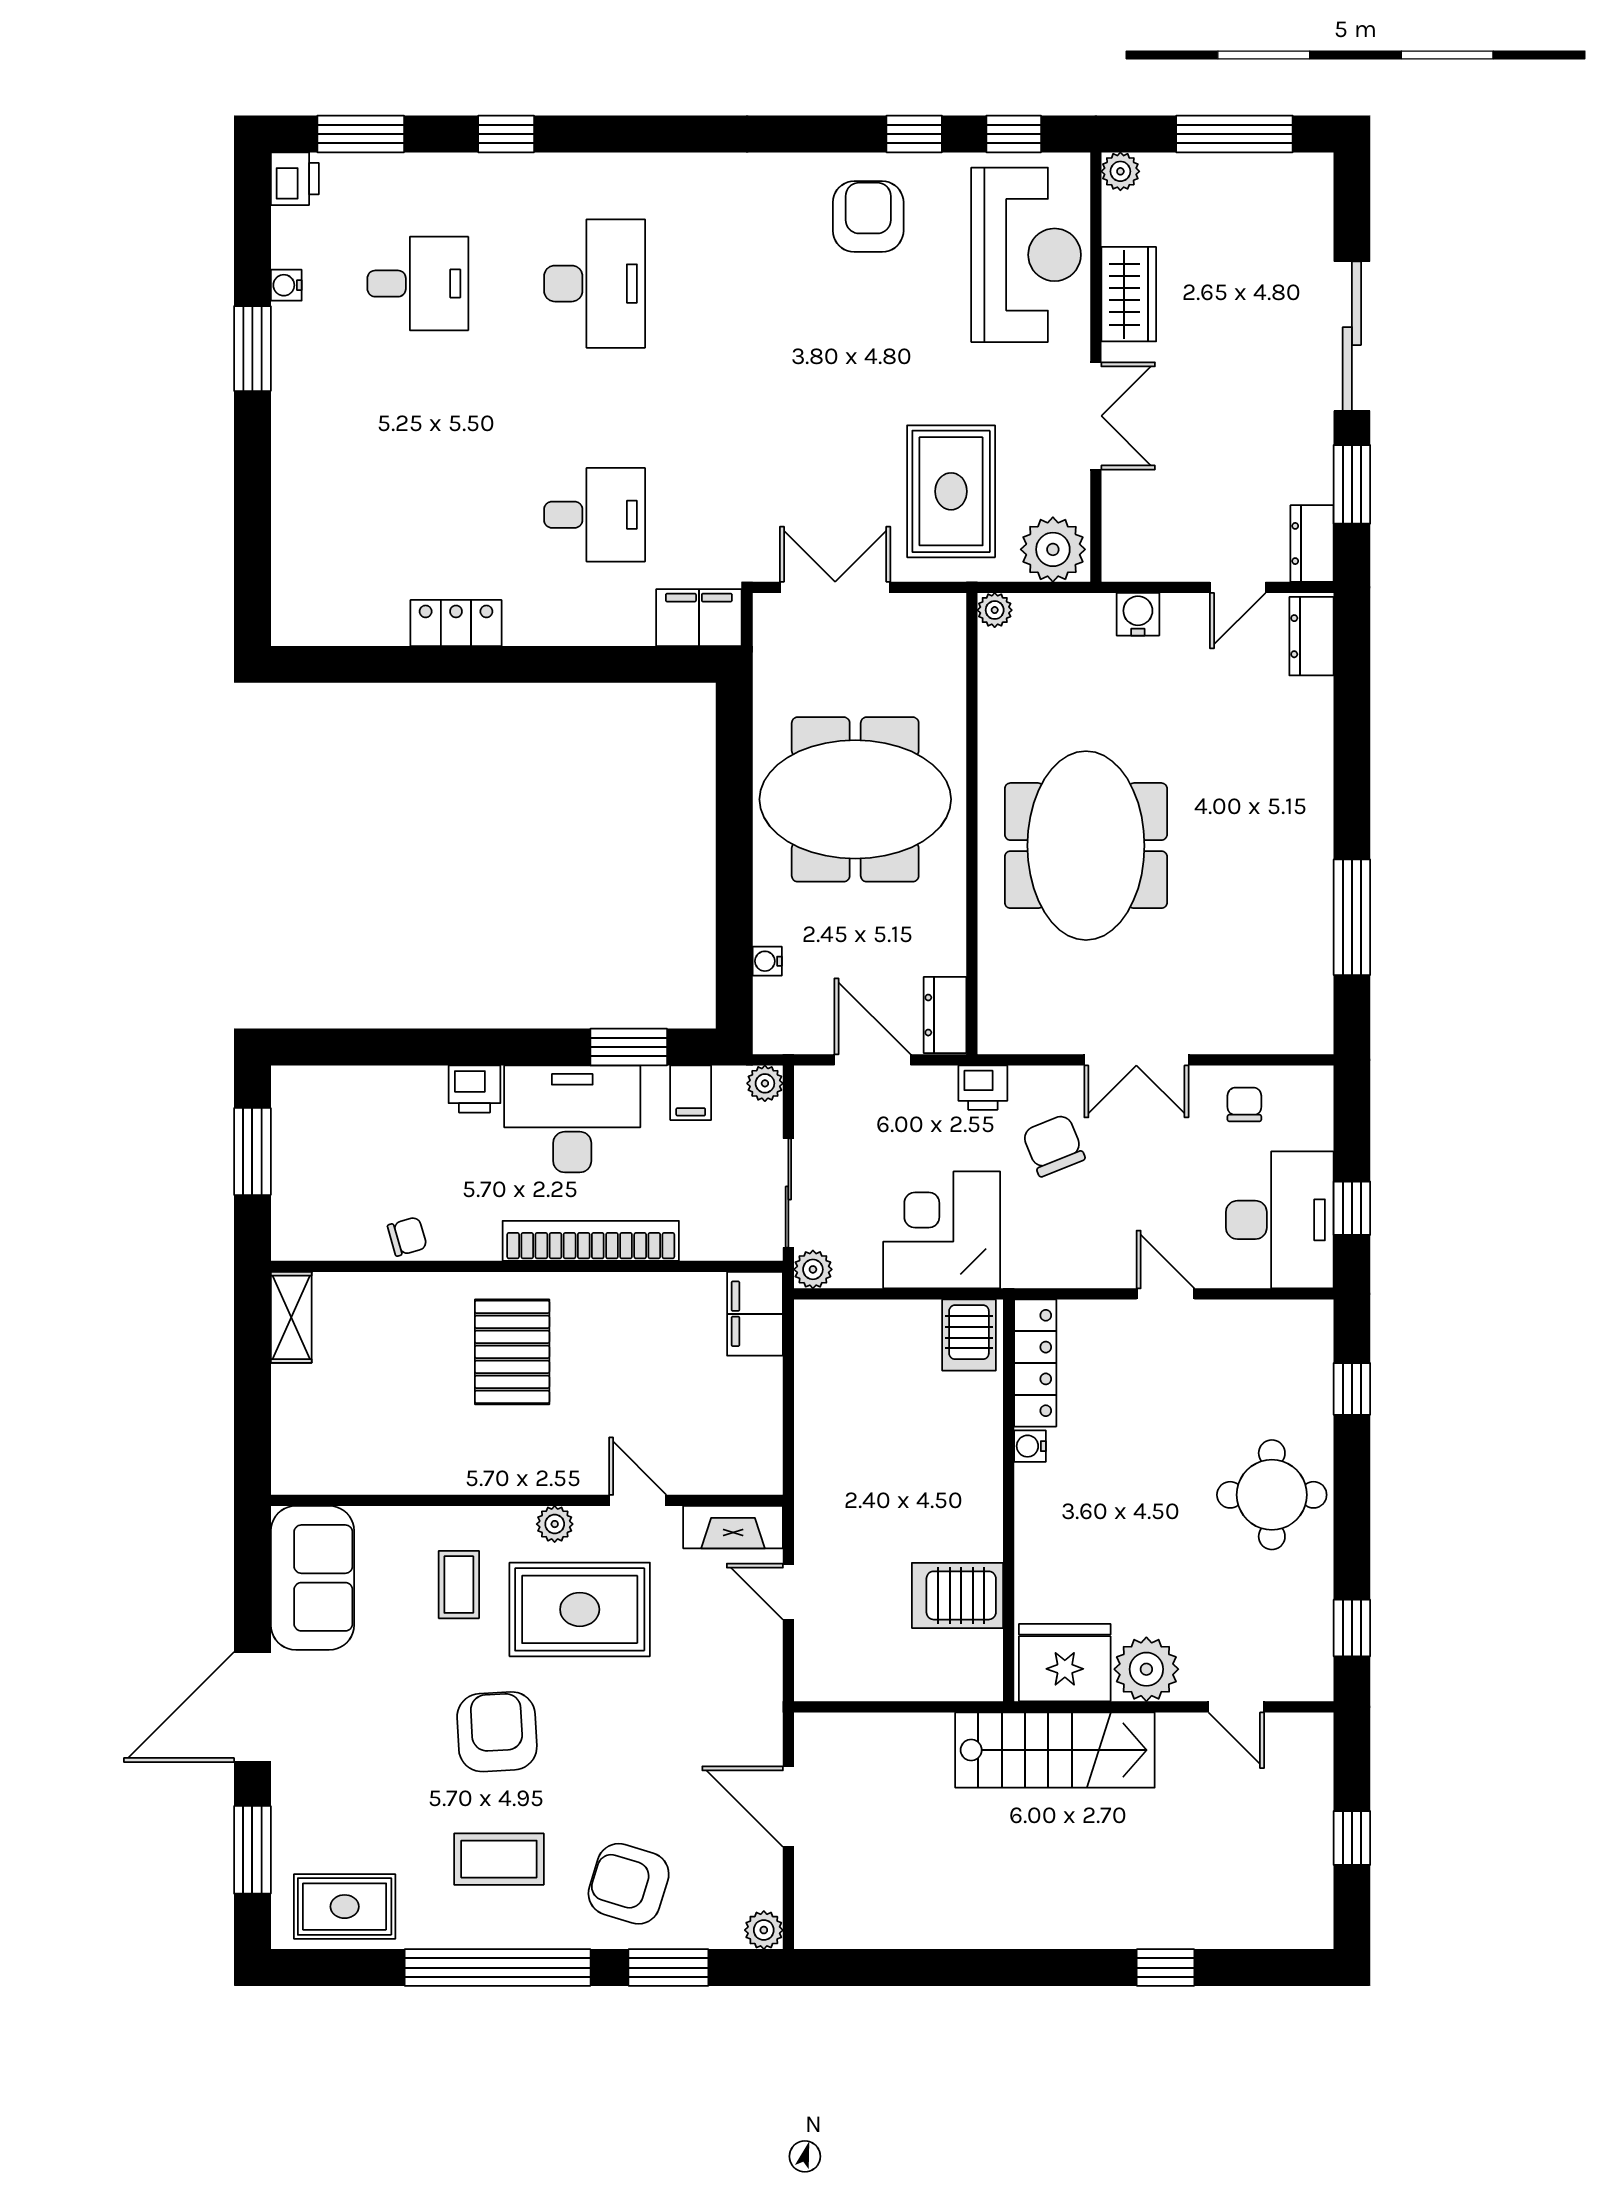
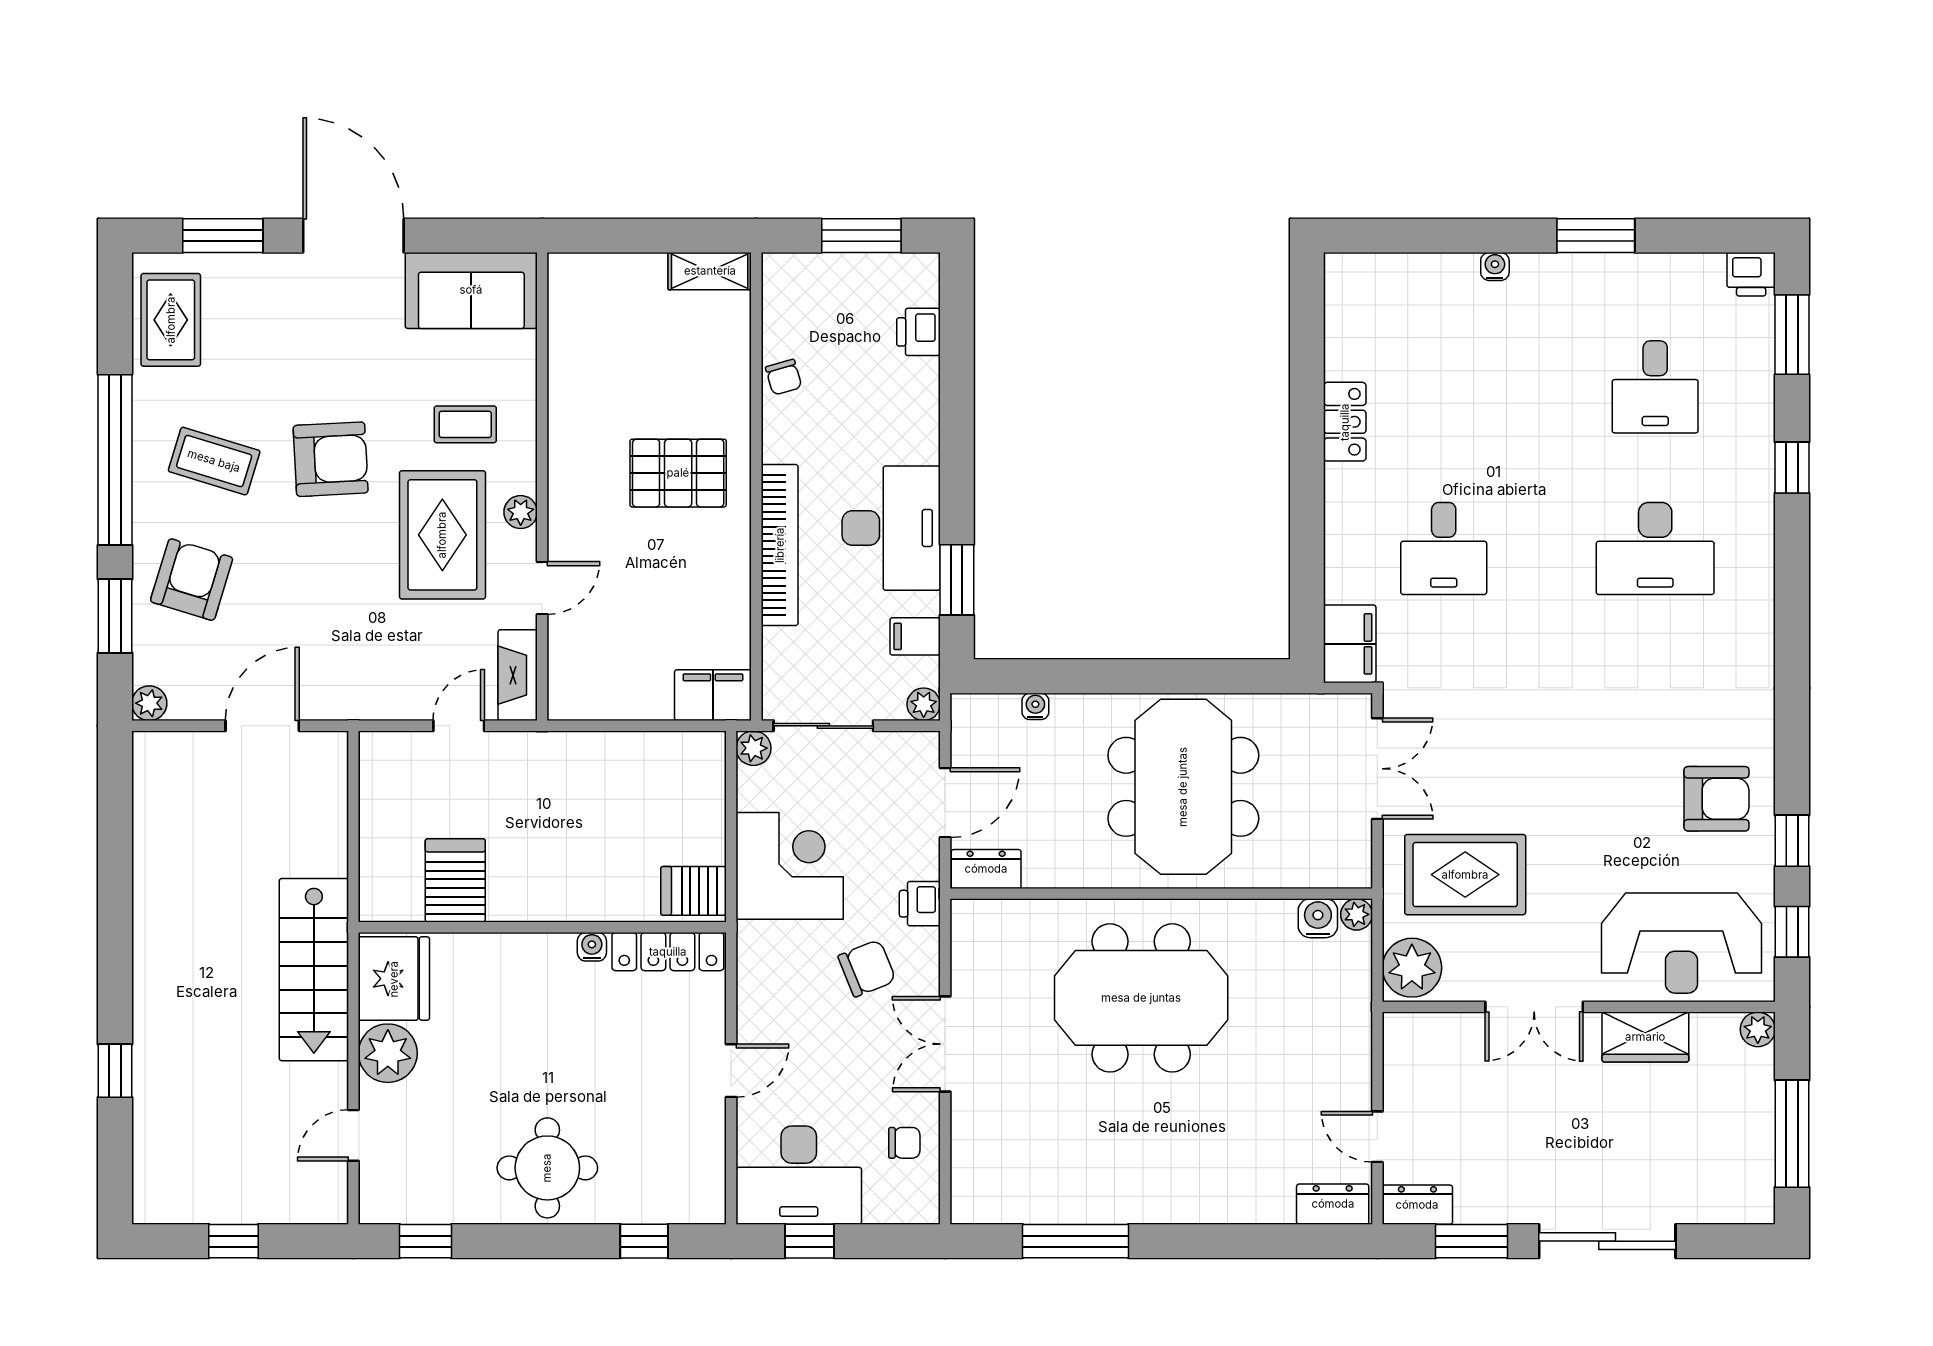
water cooler: (286, 285) -> (1495, 266), moved
water cooler: (1138, 614) -> (1318, 918), moved, turned -90
printer: (475, 1089) -> (918, 332), moved
coffee table: (499, 1859) -> (214, 461), turned -73

